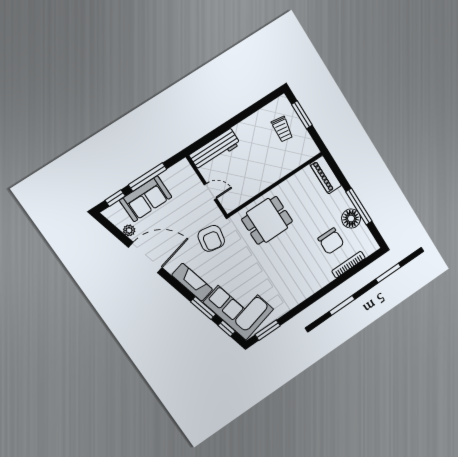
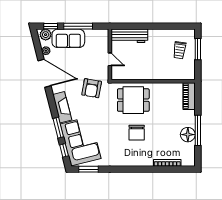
plant: (116, 212) -> (46, 35), added
chair: (331, 241) -> (137, 133), moved

